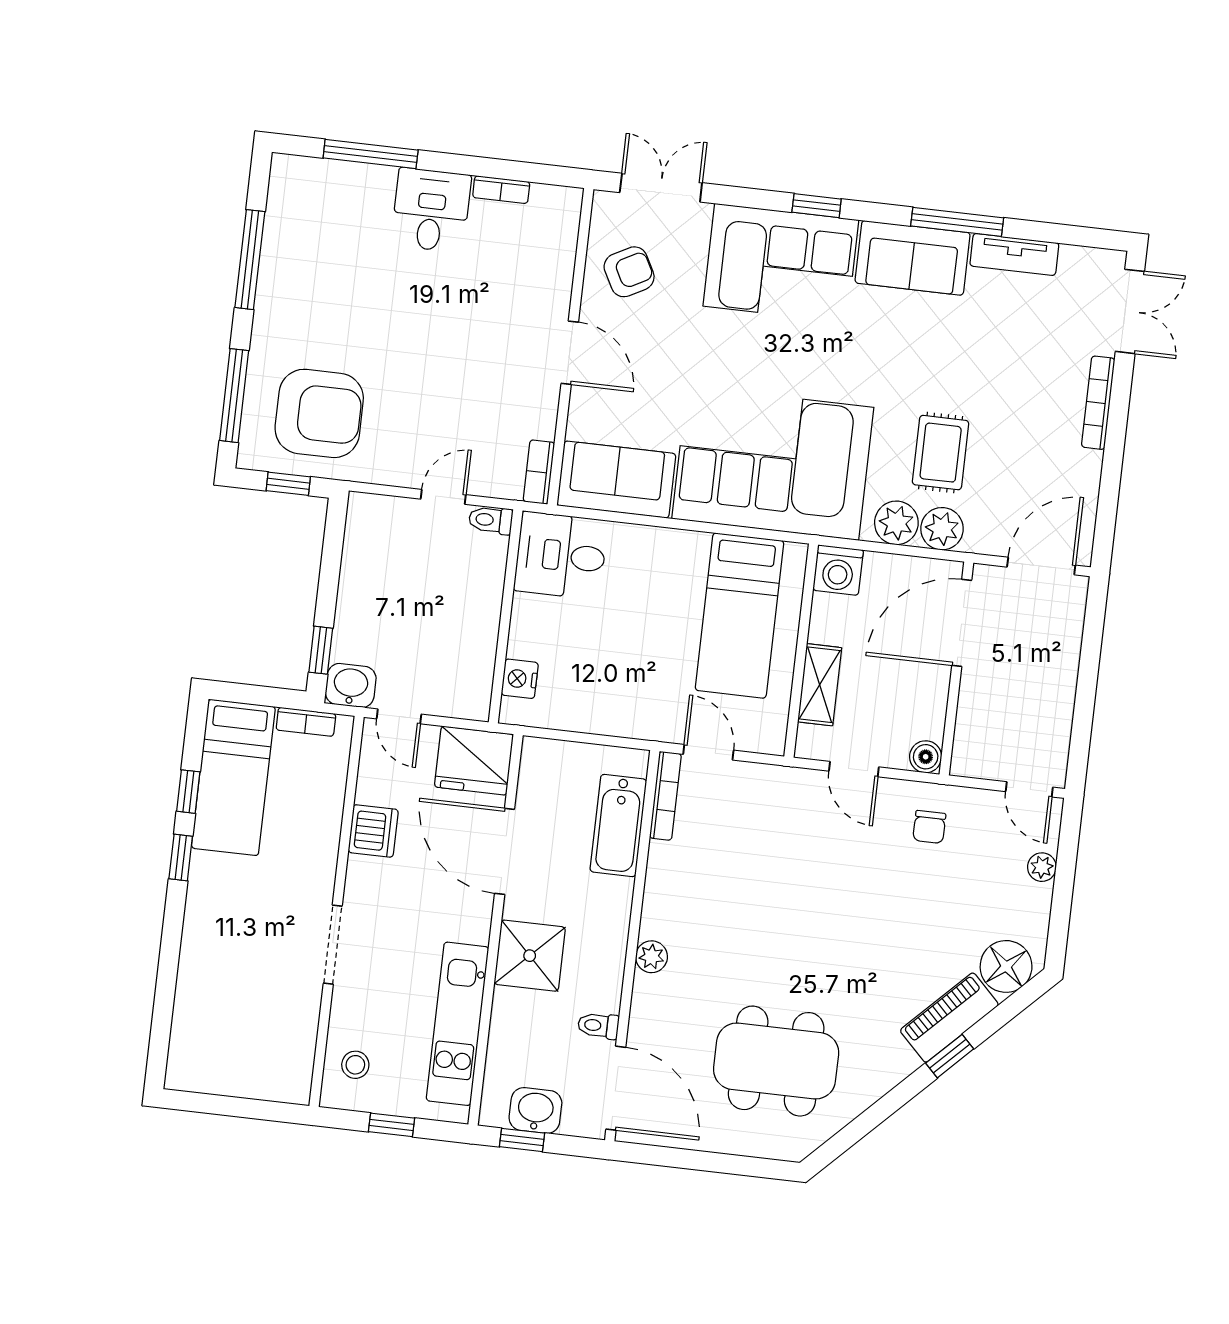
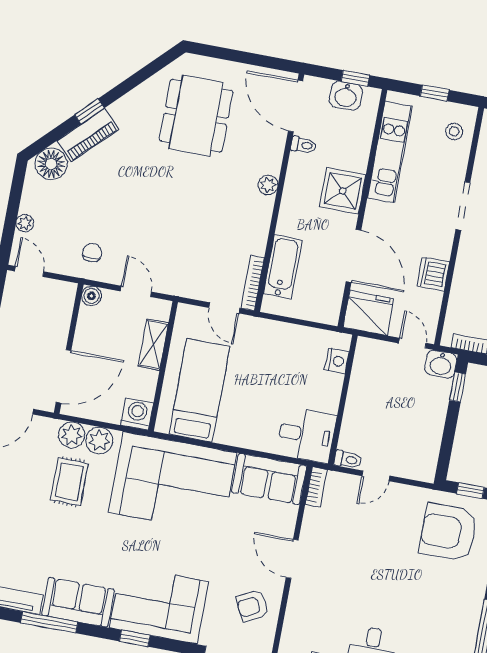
dining table: (776, 1061) -> (196, 116), turned 90

